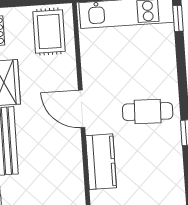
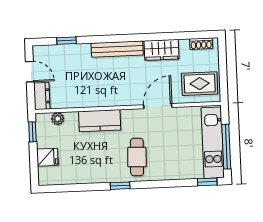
door: (82, 109) -> (158, 106), moved

